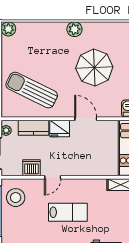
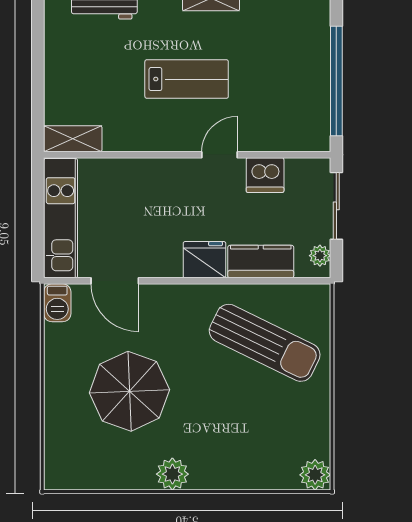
door: (86, 119) -> (115, 281), moved
stool: (16, 198) -> (299, 111), removed
lab bench: (68, 212) -> (187, 79), turned 180

